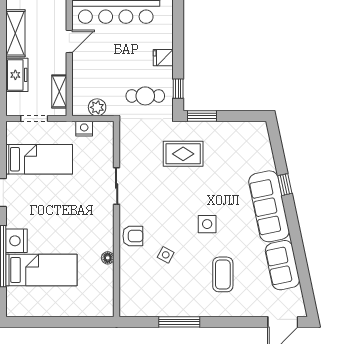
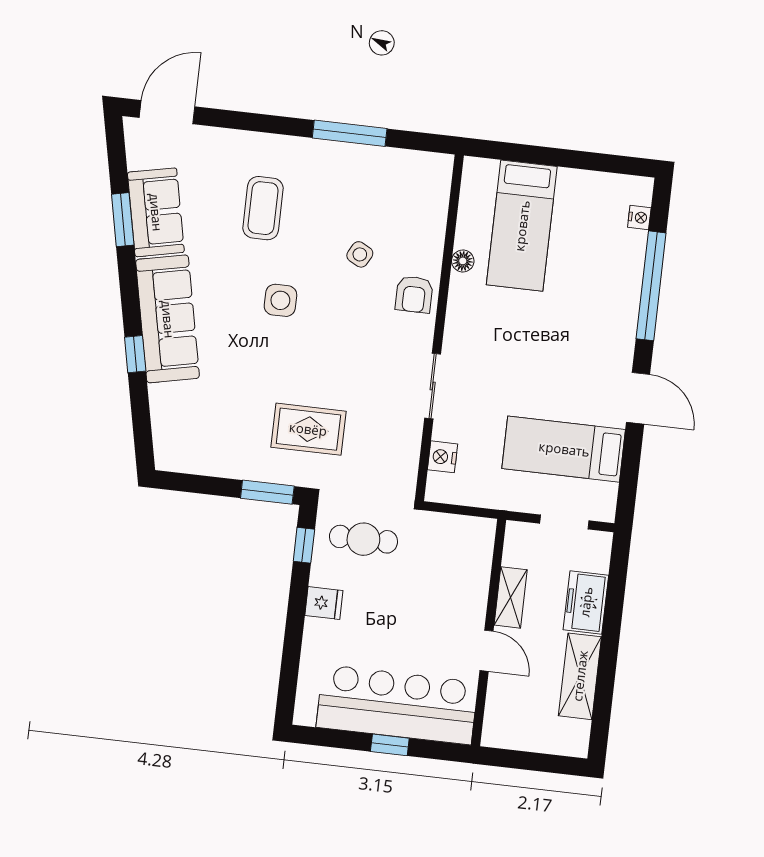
door: (69, 42) -> (487, 651), swing flipped
shelving: (59, 91) -> (511, 597), moved
plant: (97, 107) -> (451, 529), removed
nightstand: (84, 129) -> (443, 457), moved, turned 90
armchair: (133, 236) -> (414, 294), turned -90
nightstand: (17, 241) -> (639, 217), moved, width x0.53, depth x0.56
window: (300, 259) -> (123, 220), added
bed: (41, 270) -> (522, 226), moved, turned -90

